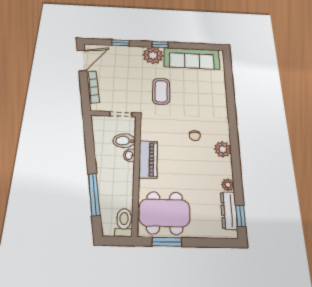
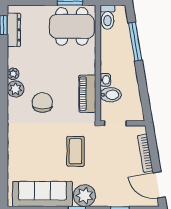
door: (82, 61) -> (159, 185), hinge flipped
chair: (195, 136) -> (42, 103), width x1.87, depth x1.87
piano: (148, 159) -> (87, 94), moved
plant: (228, 185) -> (13, 74), moved

